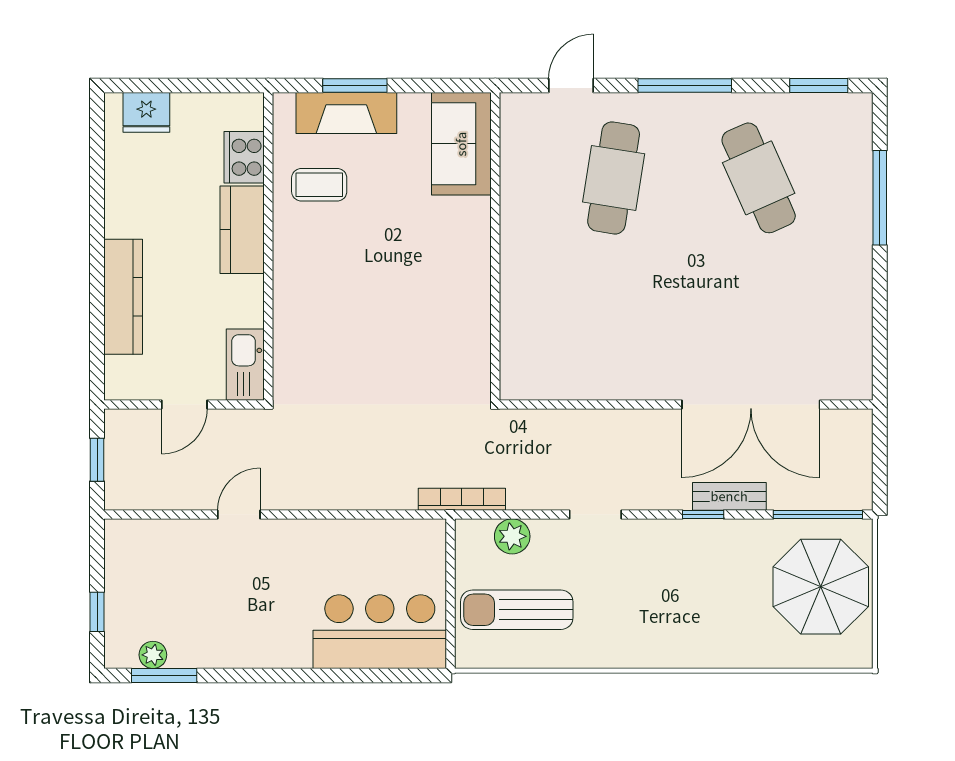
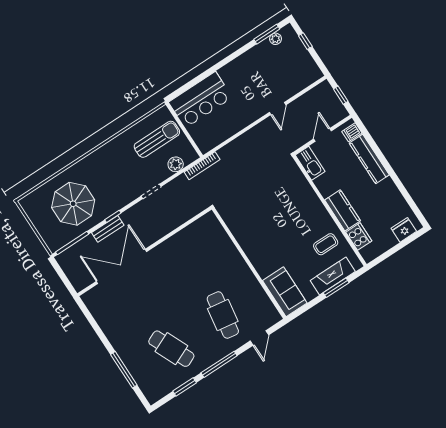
window: (819, 85) -> (185, 387), moved
dishwasher: (123, 372) -> (352, 132), added
parasol: (821, 587) -> (73, 204), moved

